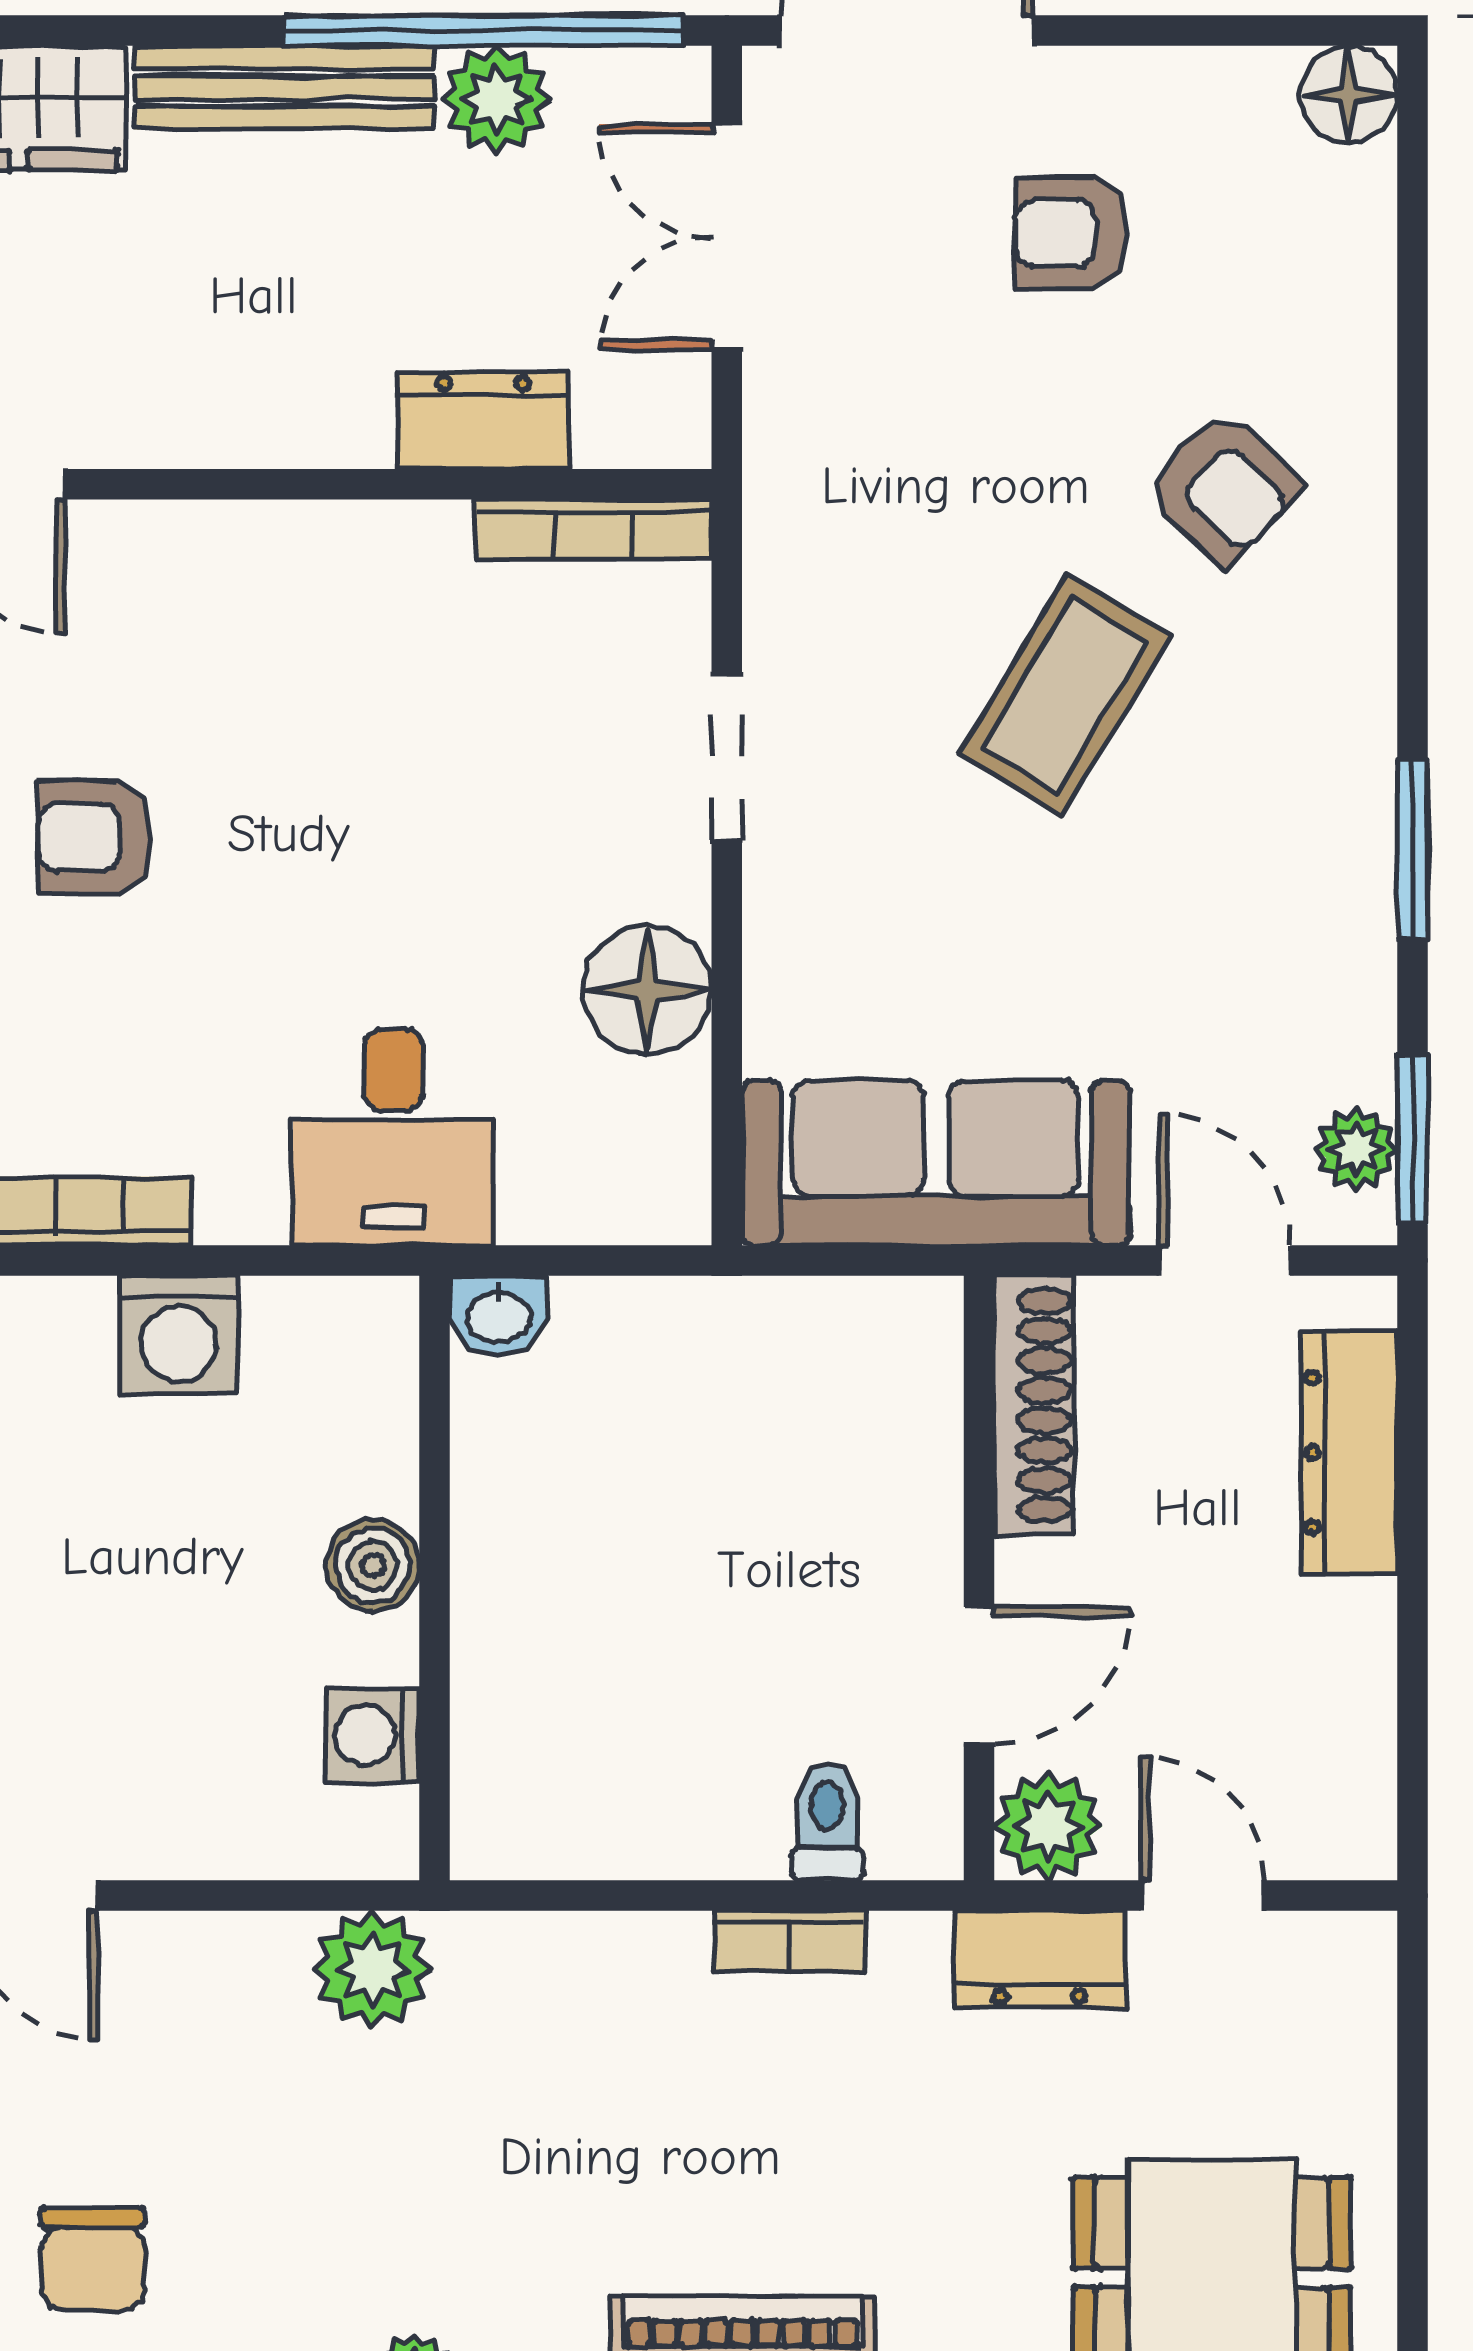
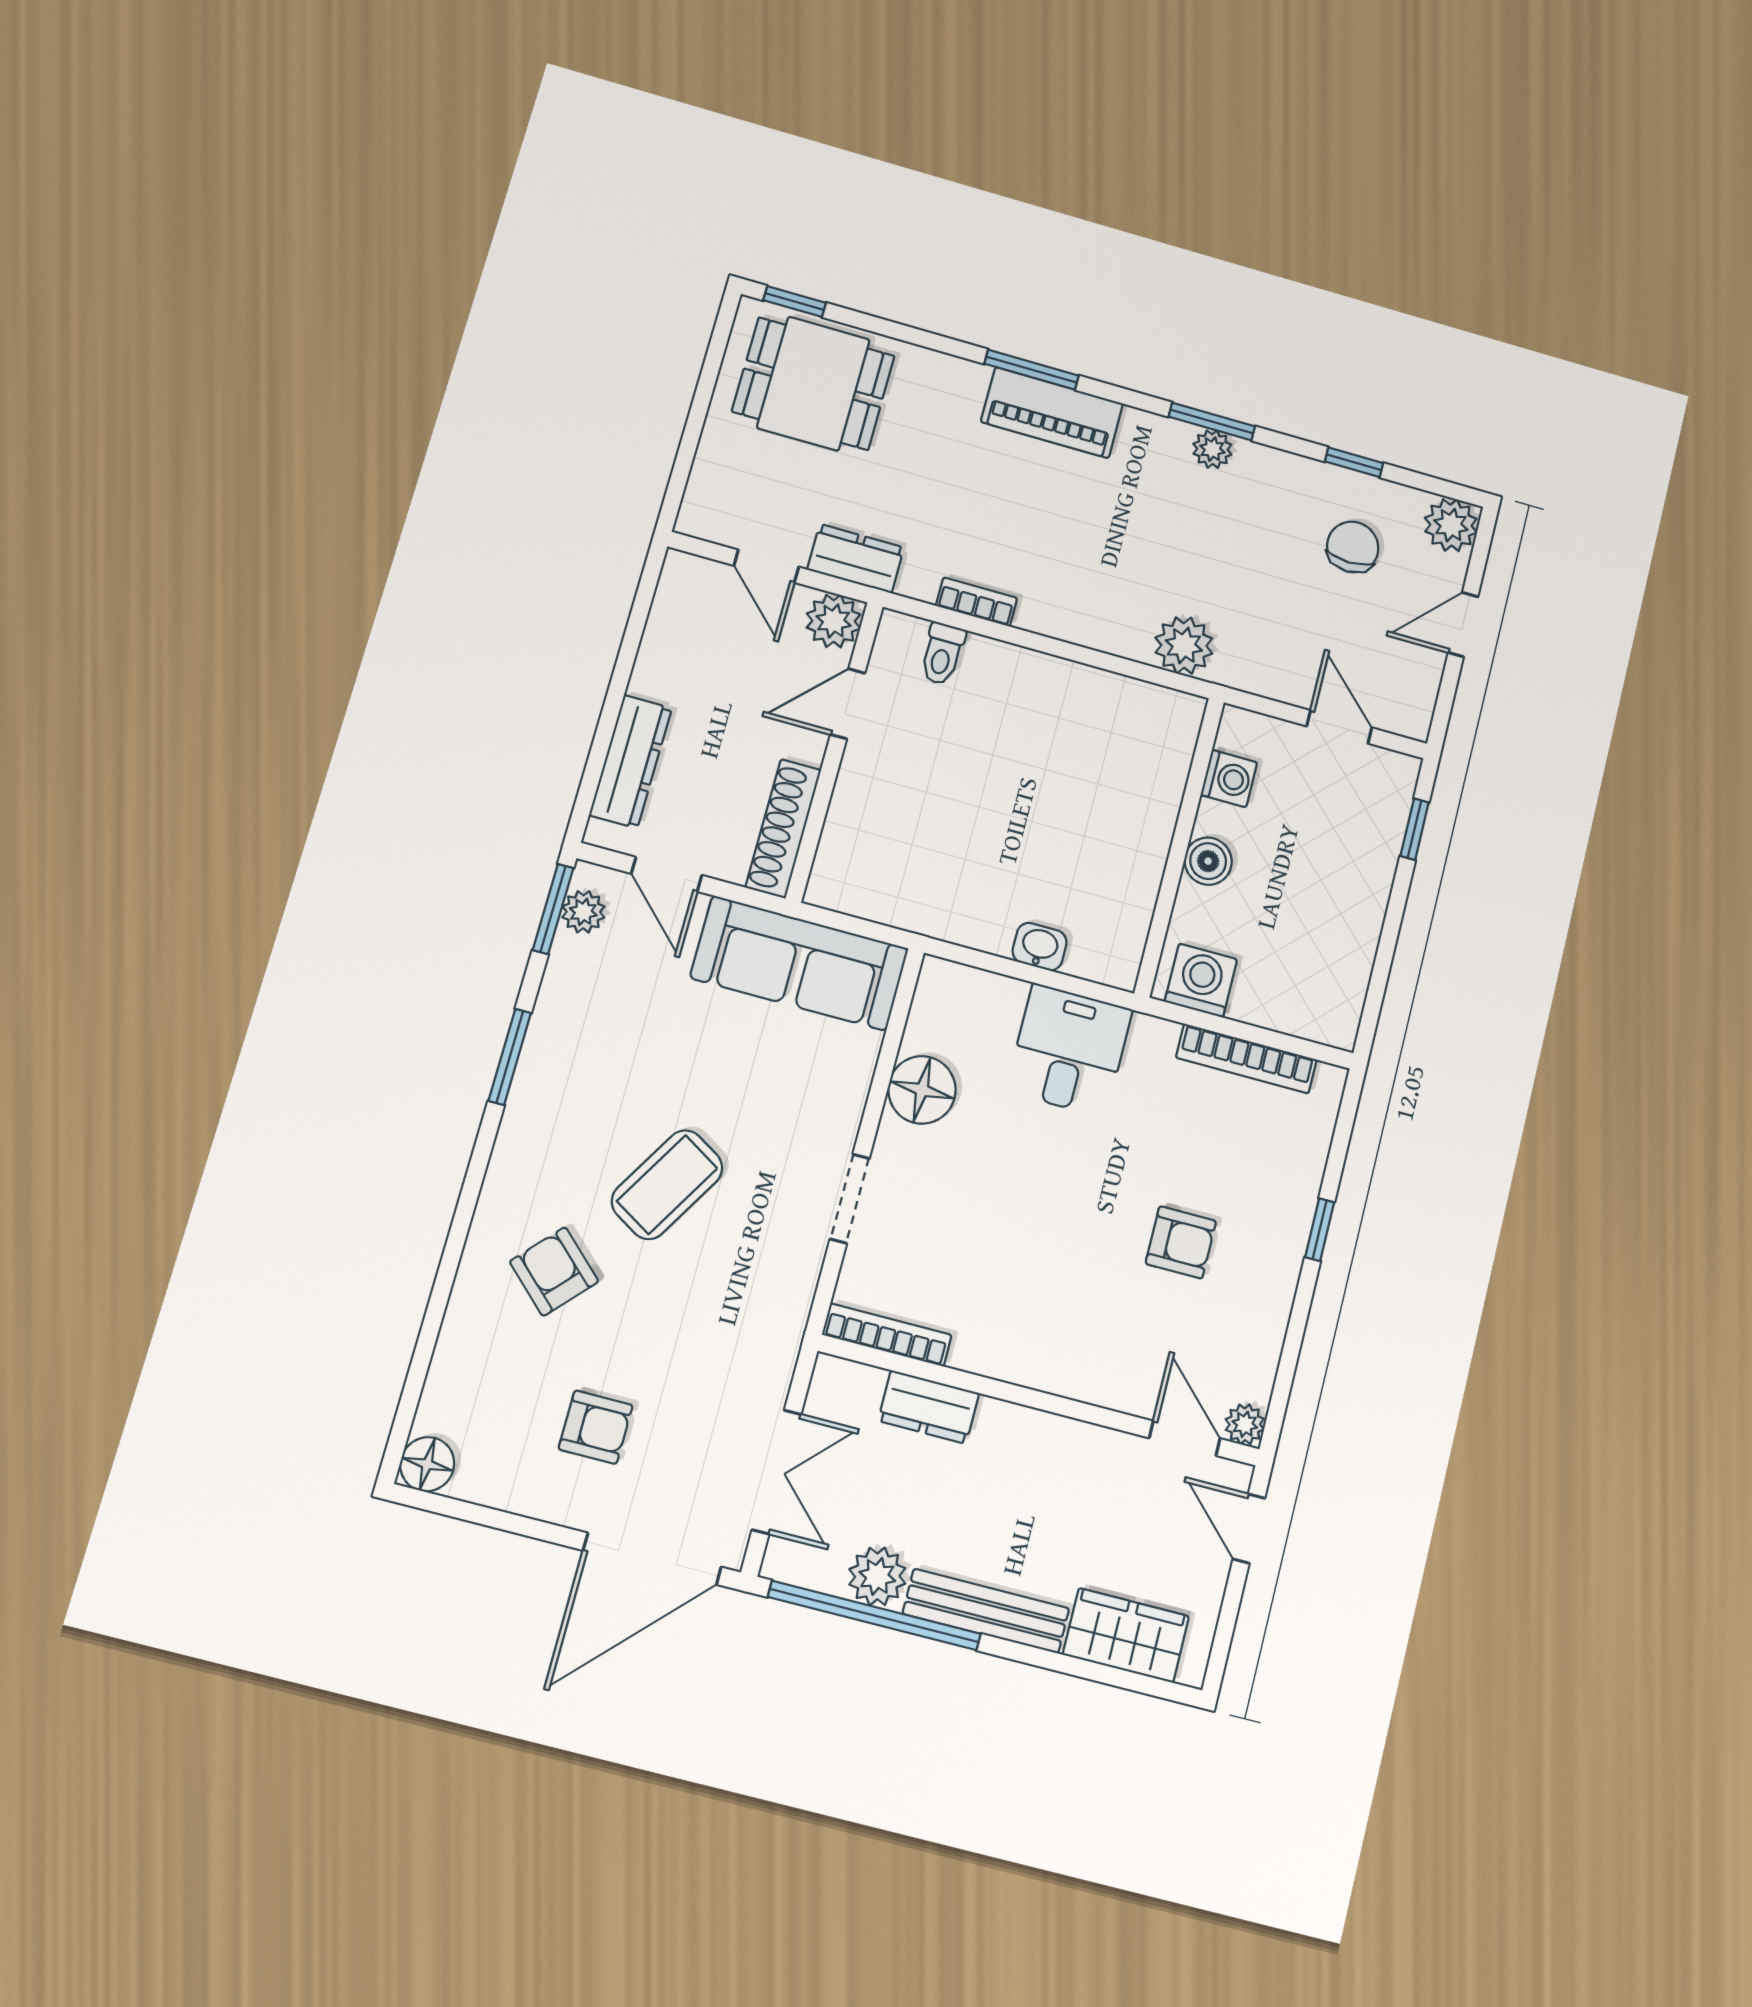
boiler: (373, 1565) -> (1208, 861), moved
wall: (434, 1578) -> (1179, 847), moved
washing machine: (373, 1735) -> (1229, 779), moved

